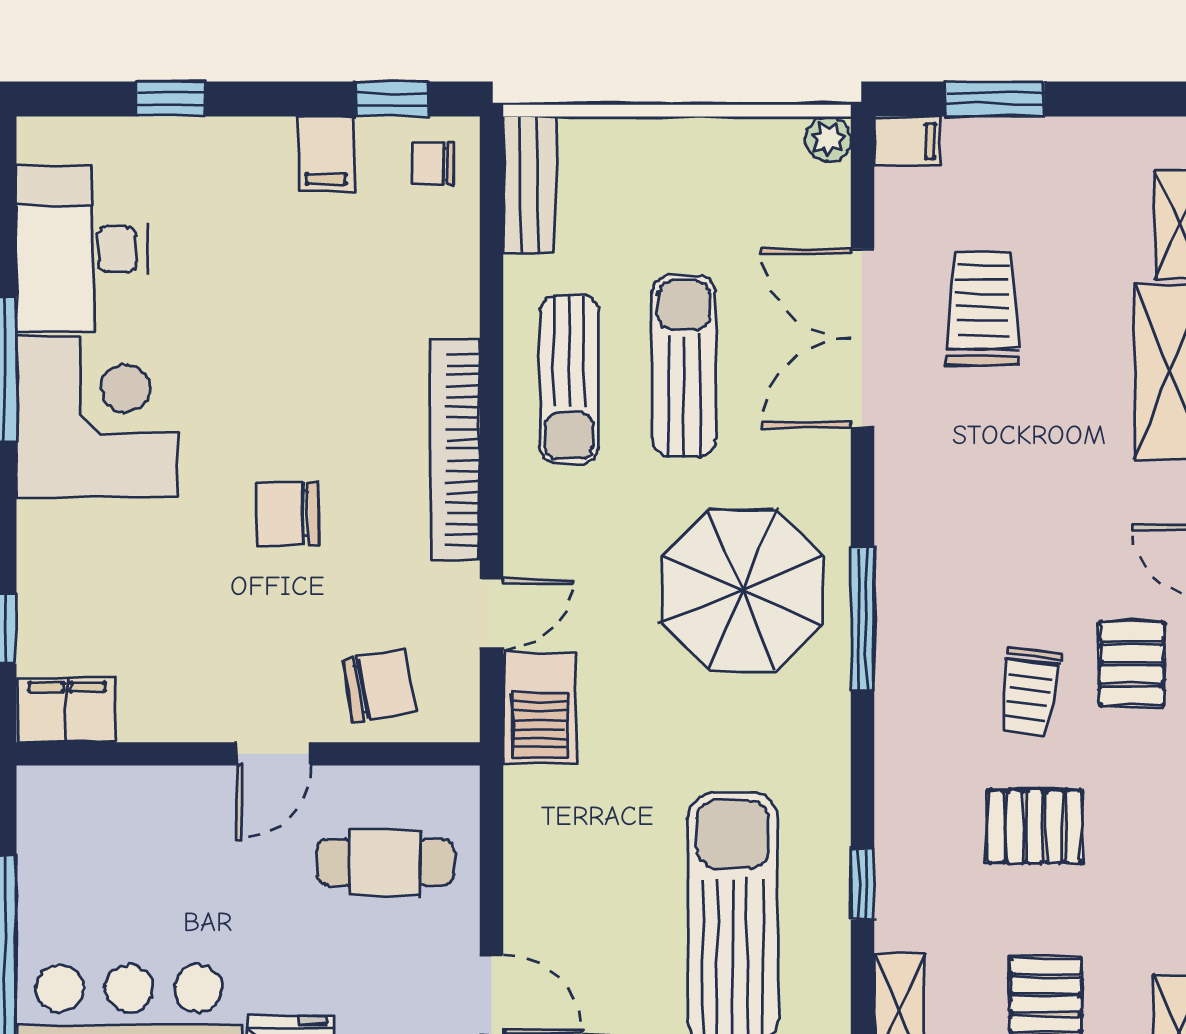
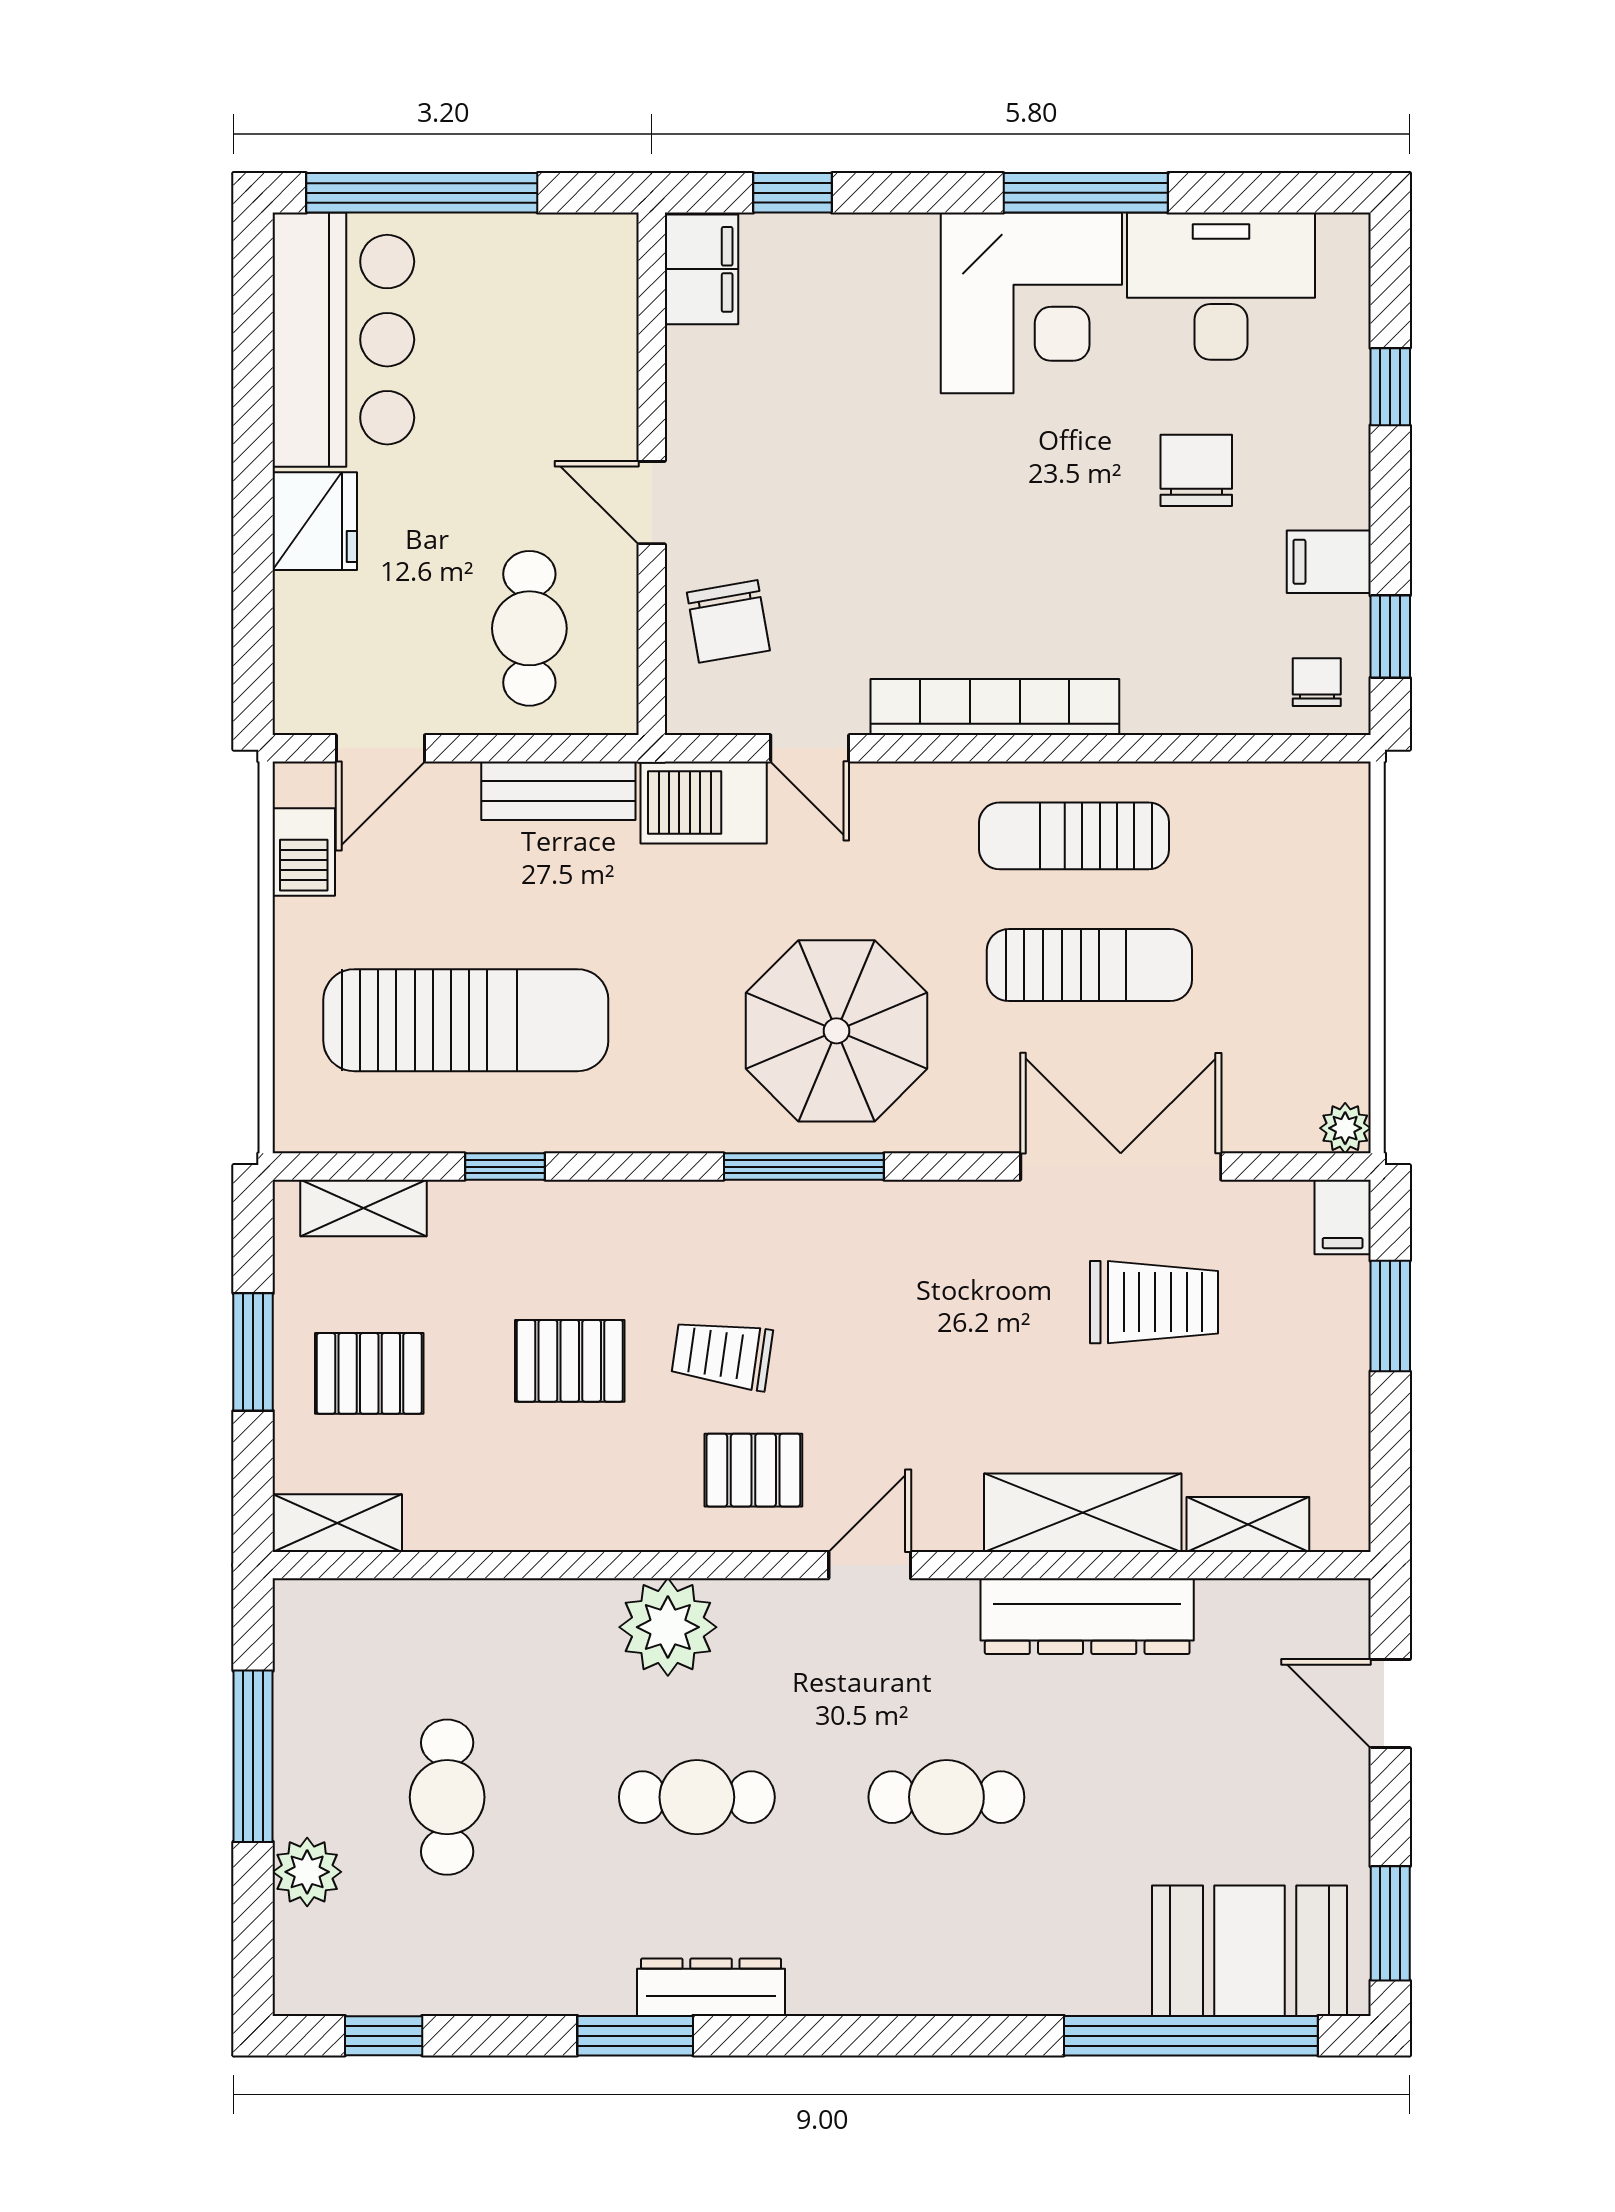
bench: (529, 185) -> (558, 791), moved
chair: (287, 514) -> (1196, 470), moved
pallet: (1035, 827) -> (570, 1361), turned 90

